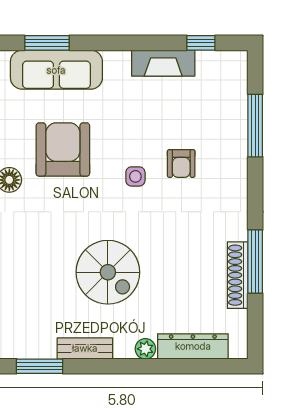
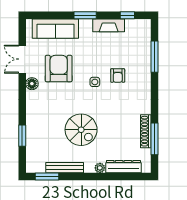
window: (47, 43) -> (85, 15), moved
window: (255, 262) -> (155, 139), moved
bench: (85, 348) -> (65, 168), width x1.36

